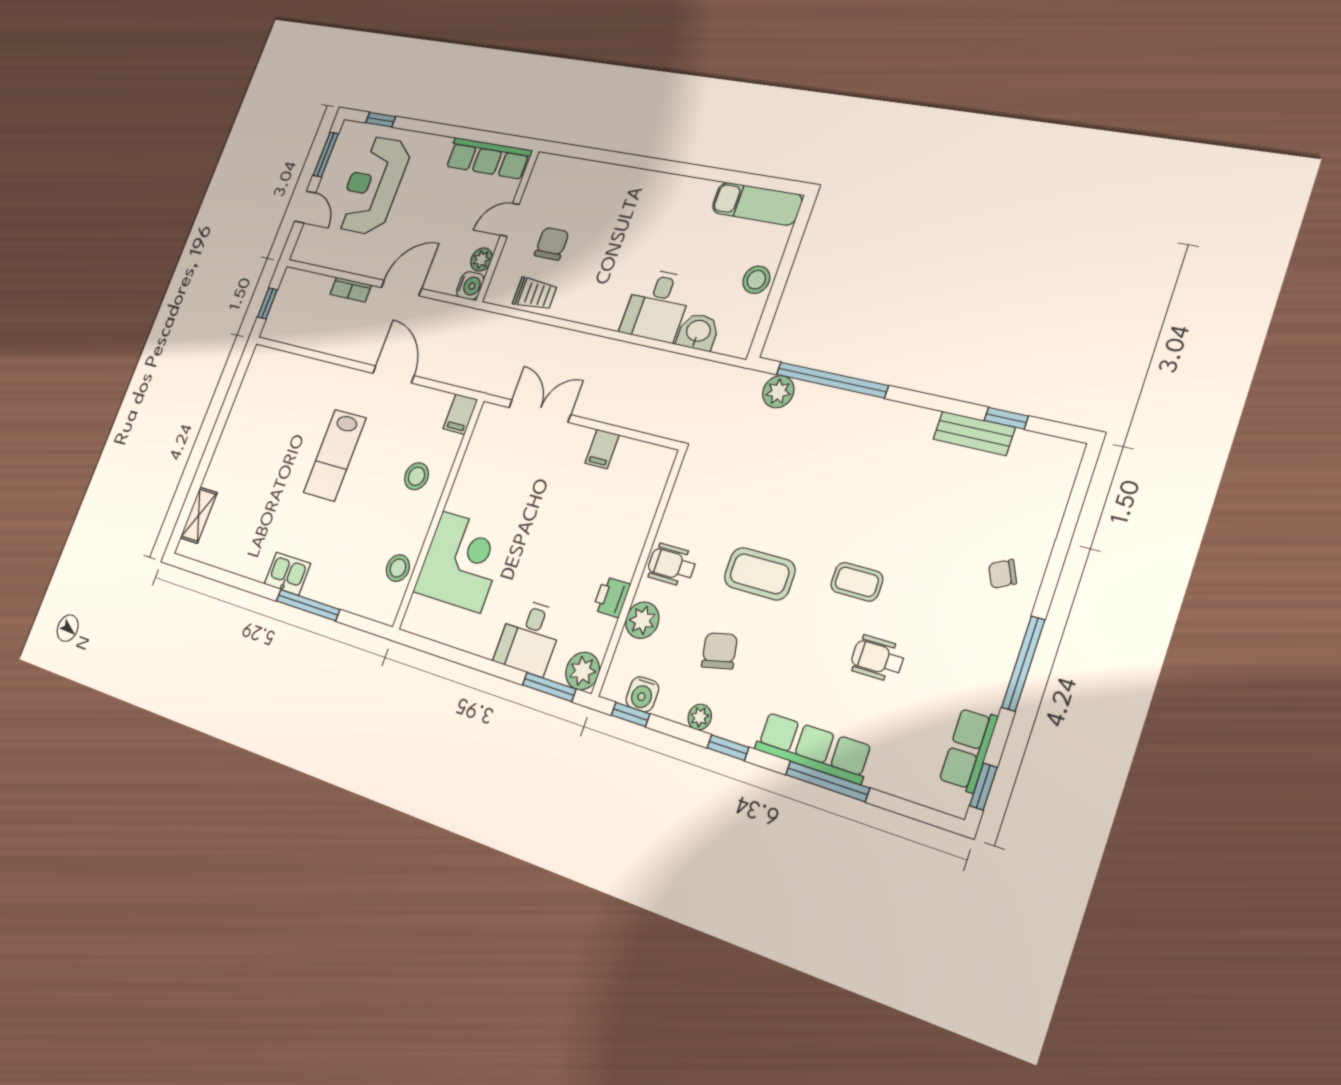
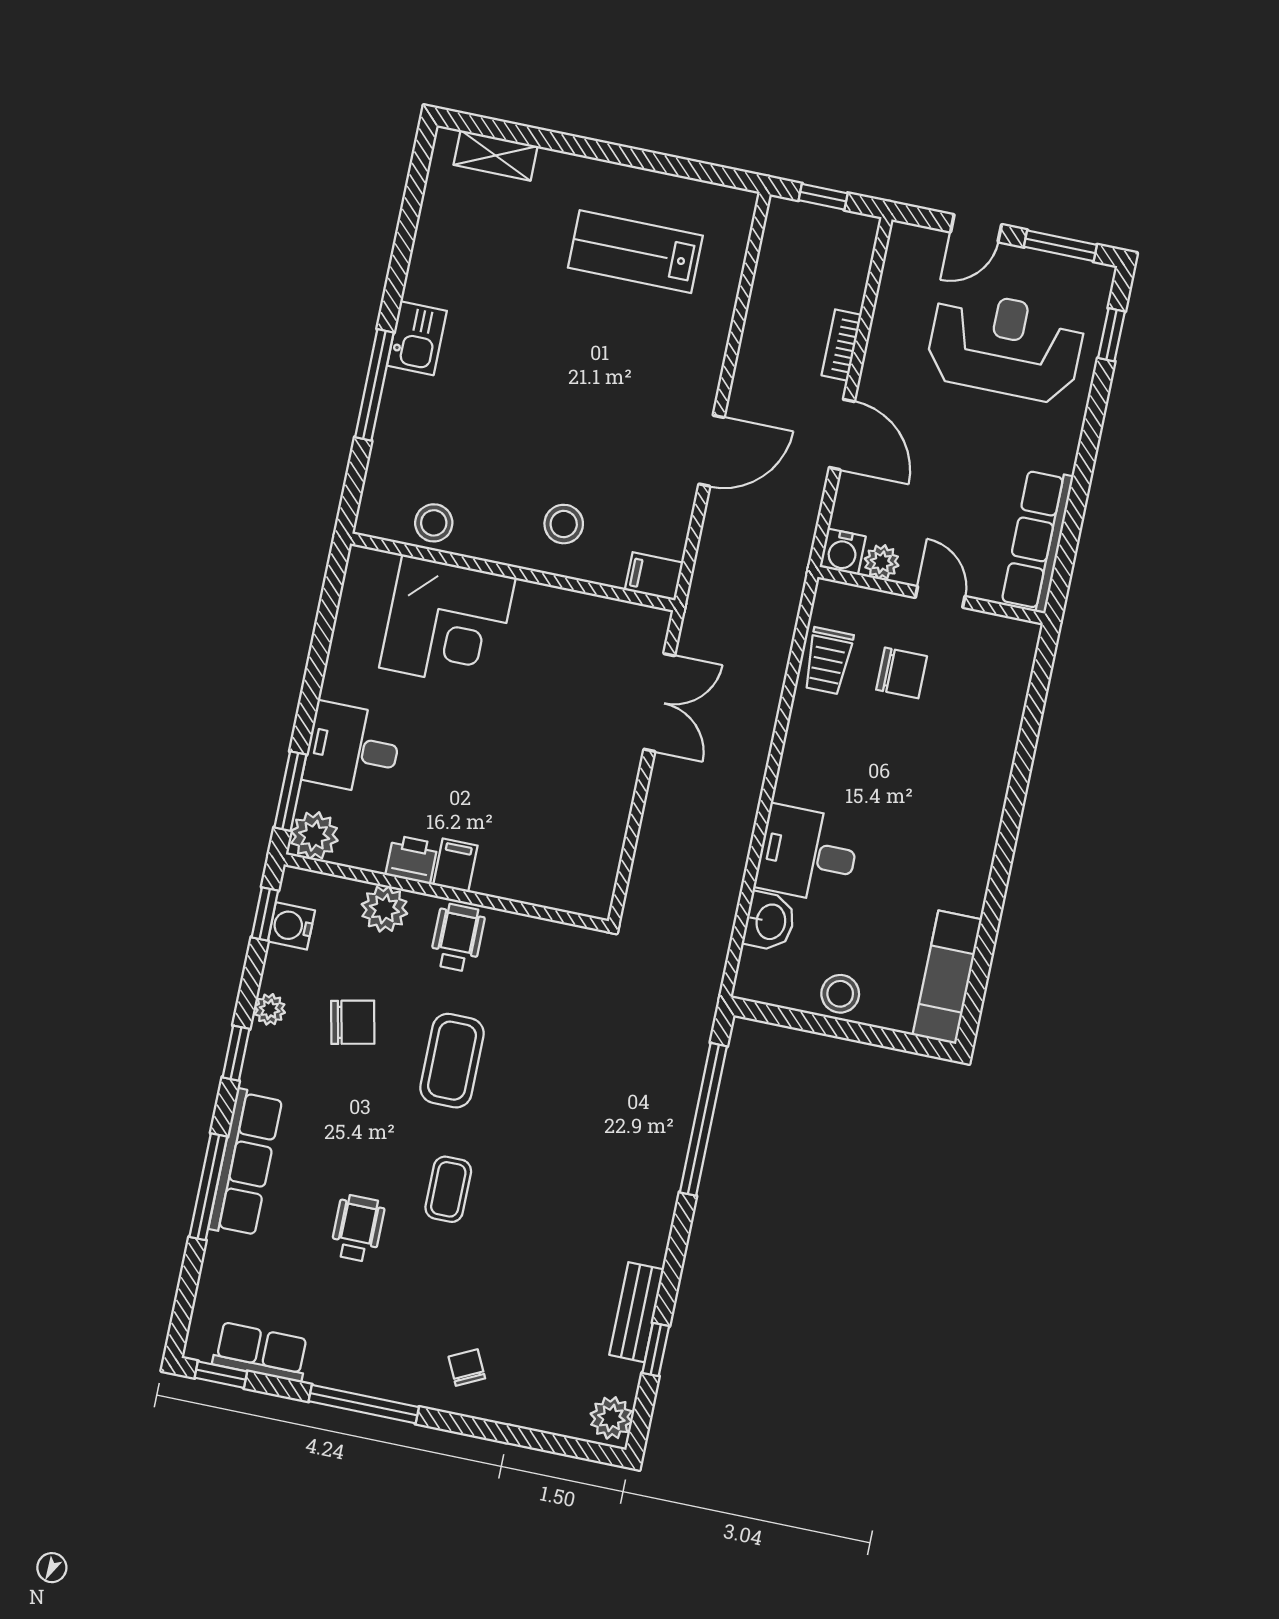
plant: (778, 392) -> (611, 1418), moved
filing cabinet: (602, 449) -> (455, 865), moved, turned 90
lab bench: (335, 455) -> (635, 252), moved

